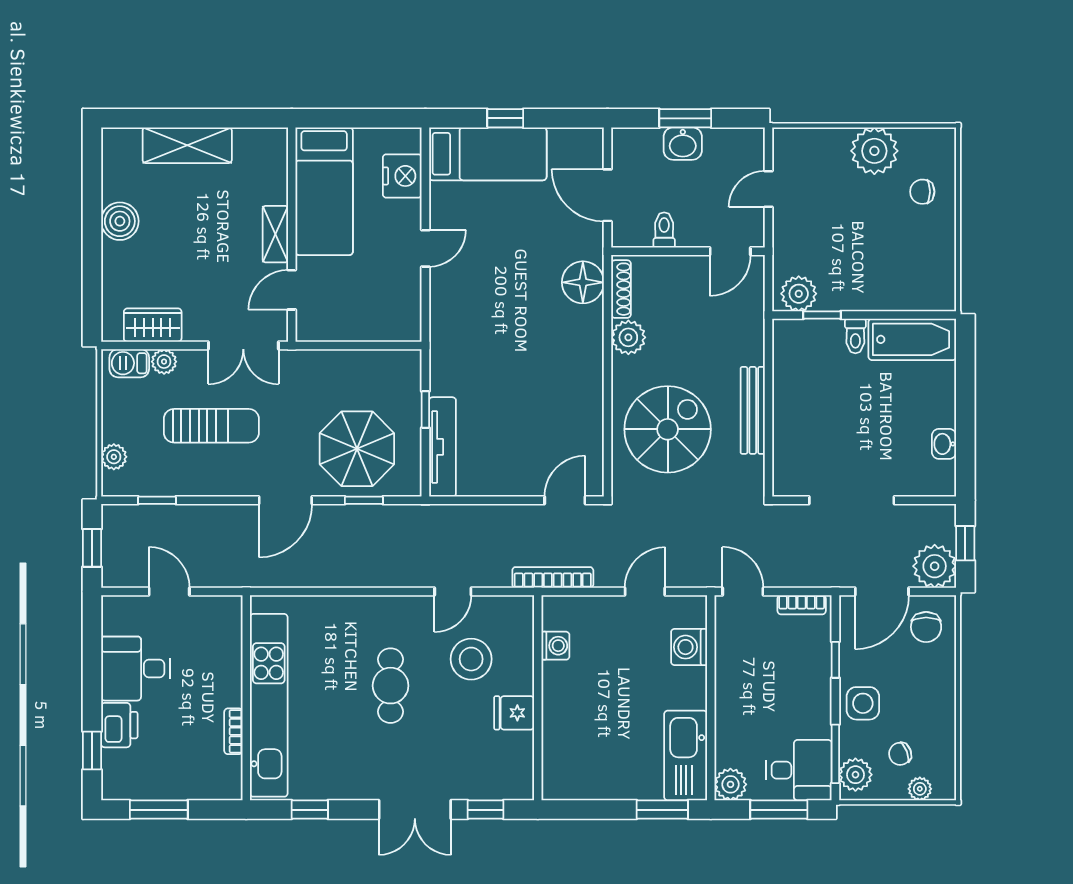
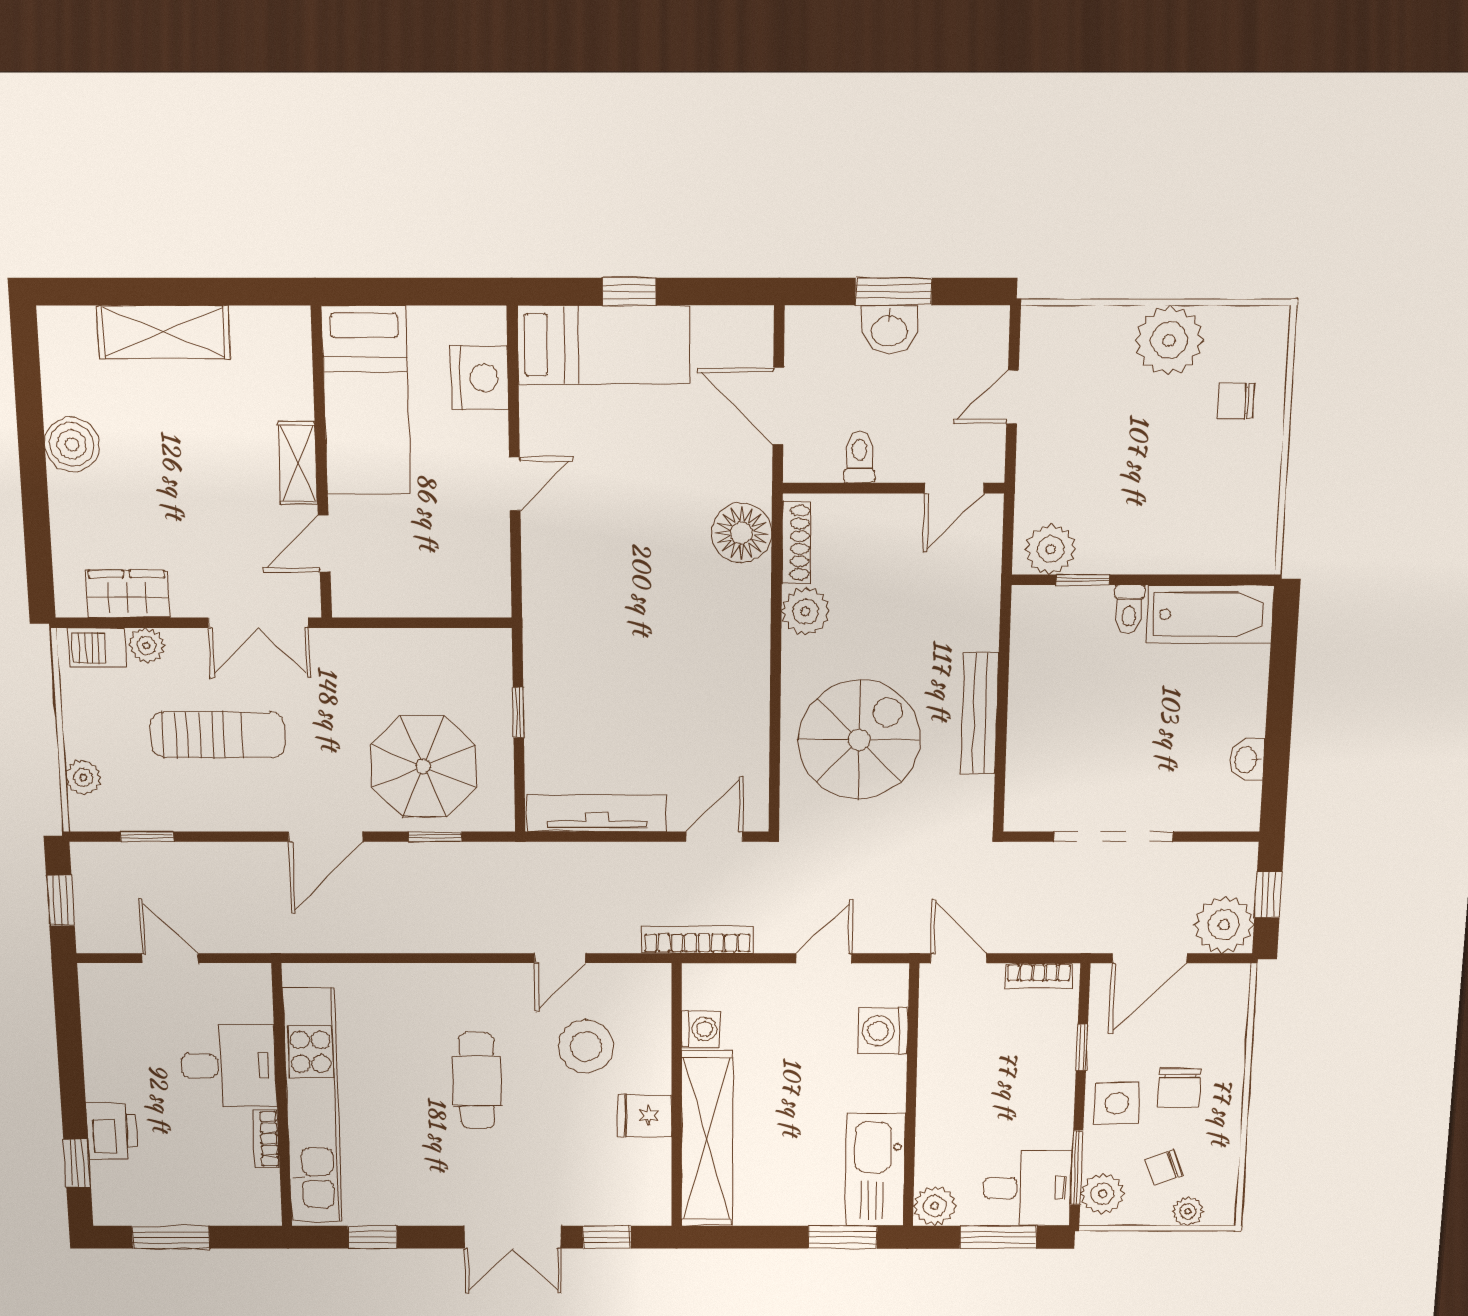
tv unit: (442, 447) -> (597, 813), moved, turned -90
chair: (926, 627) -> (1179, 1088), moved
desk: (136, 669) -> (229, 1066), moved, turned 180
shelving: (560, 731) -> (707, 1139), added

